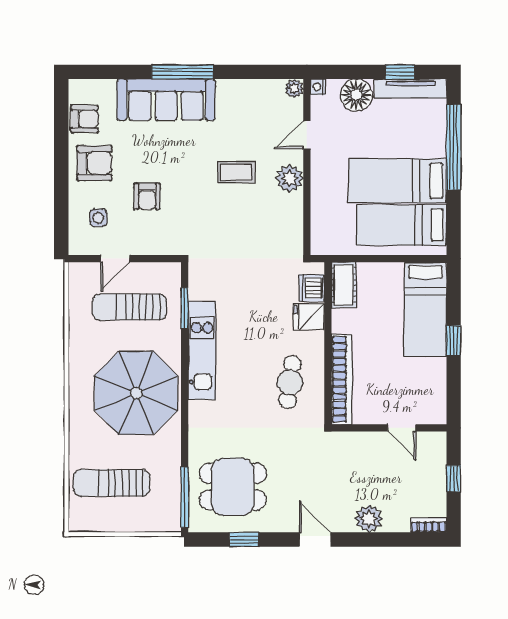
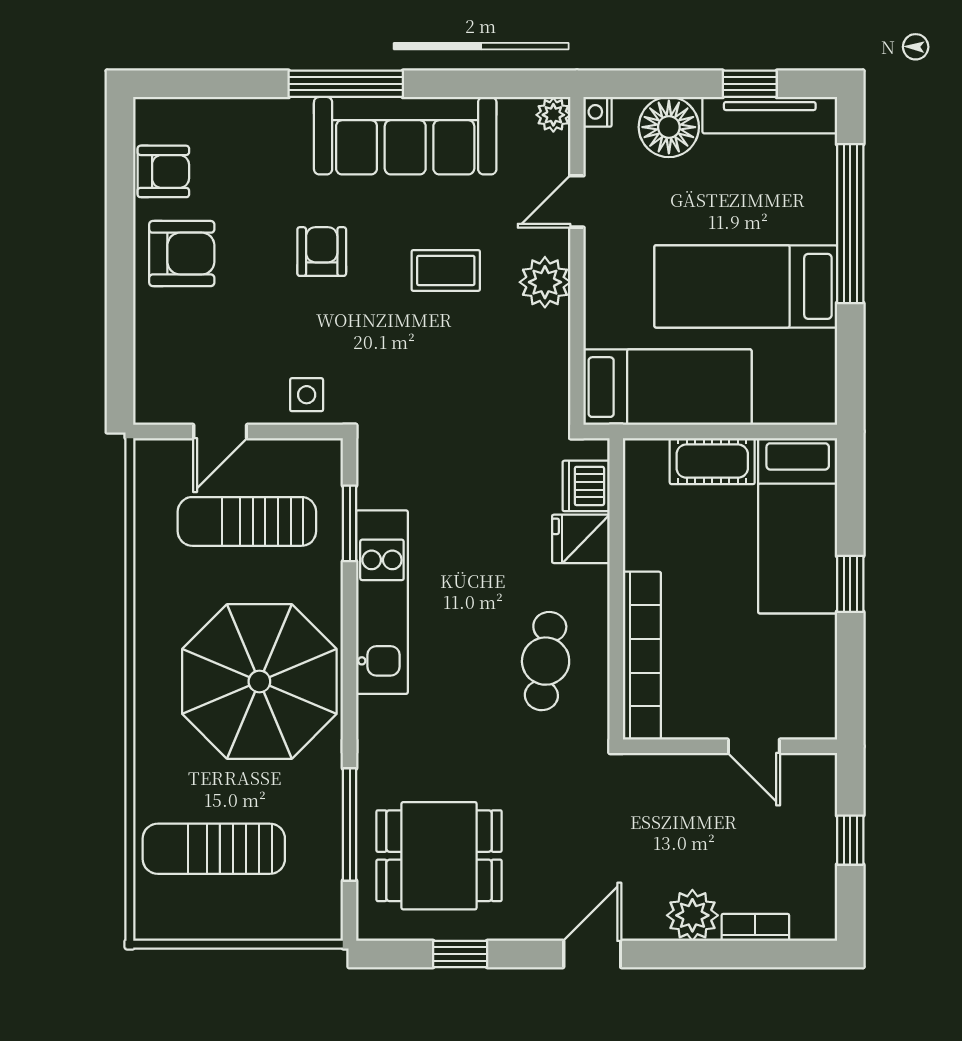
sofa: (166, 100) -> (405, 136), moved
armchair: (147, 196) -> (322, 252), moved, turned 180
side table: (98, 218) -> (307, 395), moved
bed: (401, 225) -> (668, 387), moved, turned 180
cot: (344, 285) -> (712, 461), moved, turned 90
window: (185, 497) -> (350, 824), moved
bookcase: (428, 525) -> (755, 927), moved
door: (315, 539) -> (592, 954), hinge flipped

